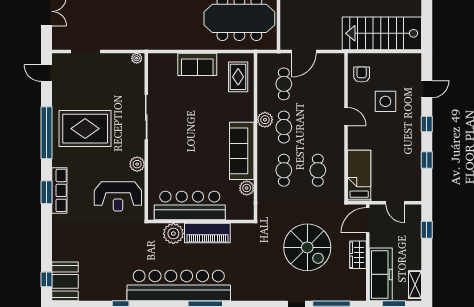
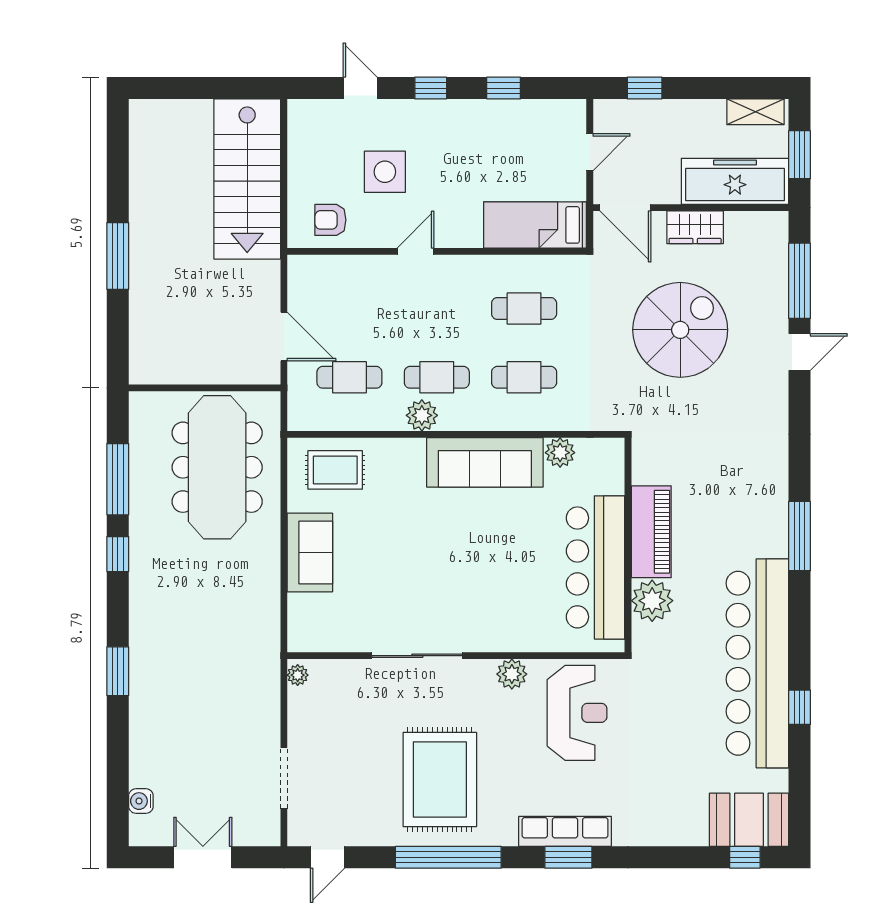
bar counter: (179, 286) -> (757, 663), moved

